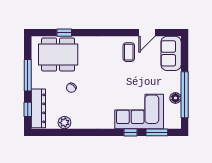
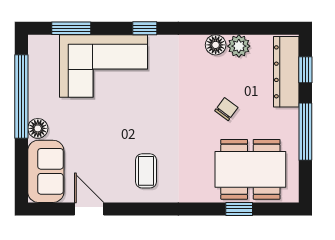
door: (147, 33) -> (89, 209), hinge flipped
coffee table: (129, 52) -> (146, 171), moved
floor lamp: (175, 98) -> (38, 128), moved
floor lamp: (77, 123) -> (216, 45), added
window: (130, 132) -> (145, 28), moved

